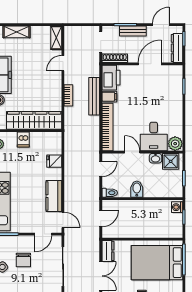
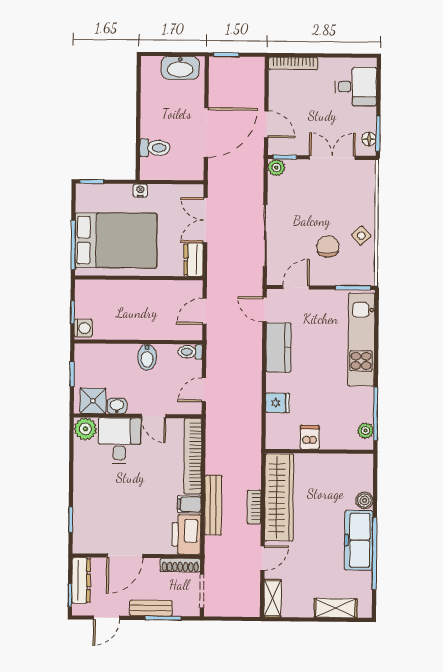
wardrobe: (34, 120) -> (279, 497), moved, turned -90
dishwasher: (23, 139) -> (310, 437), moved

